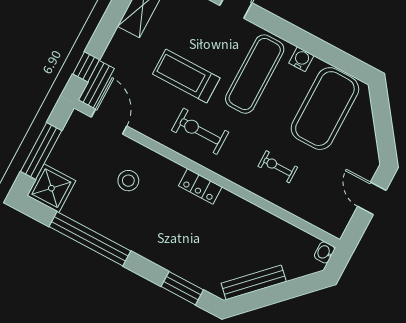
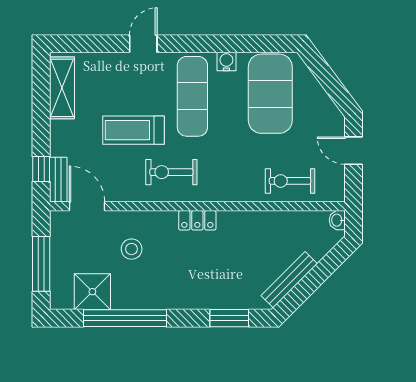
exercise bike: (278, 167) -> (290, 181), moved, width x1.38, depth x1.39
shower: (51, 188) -> (92, 292), moved

